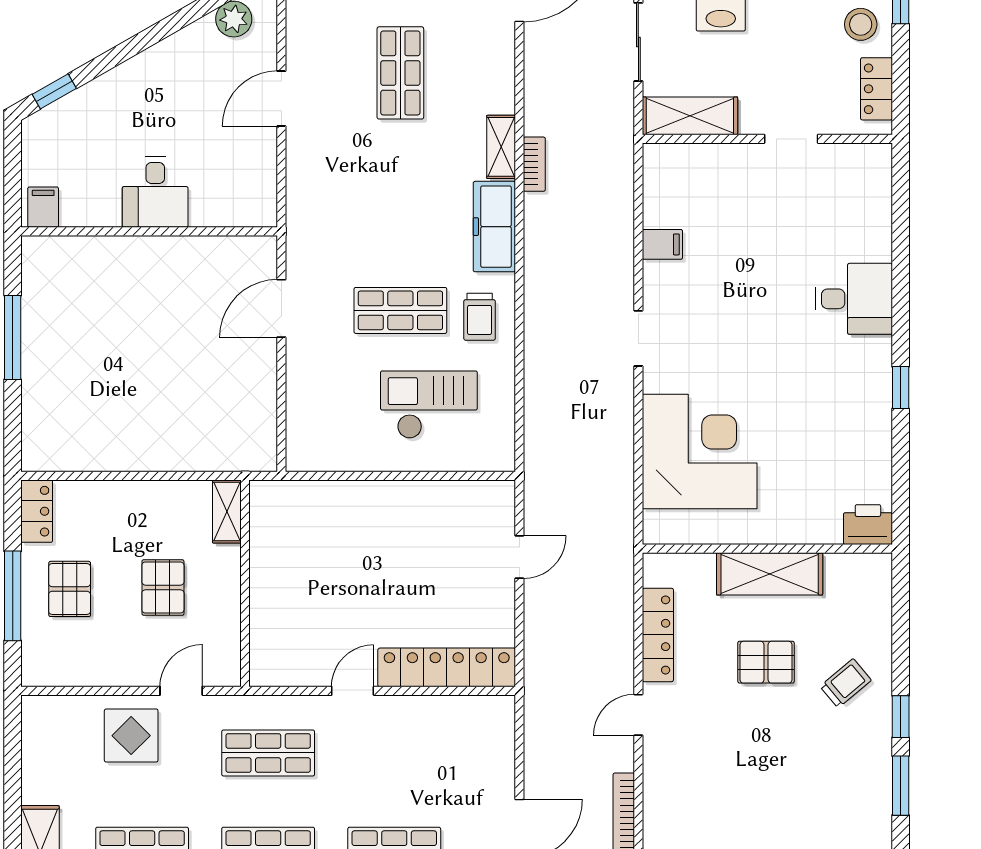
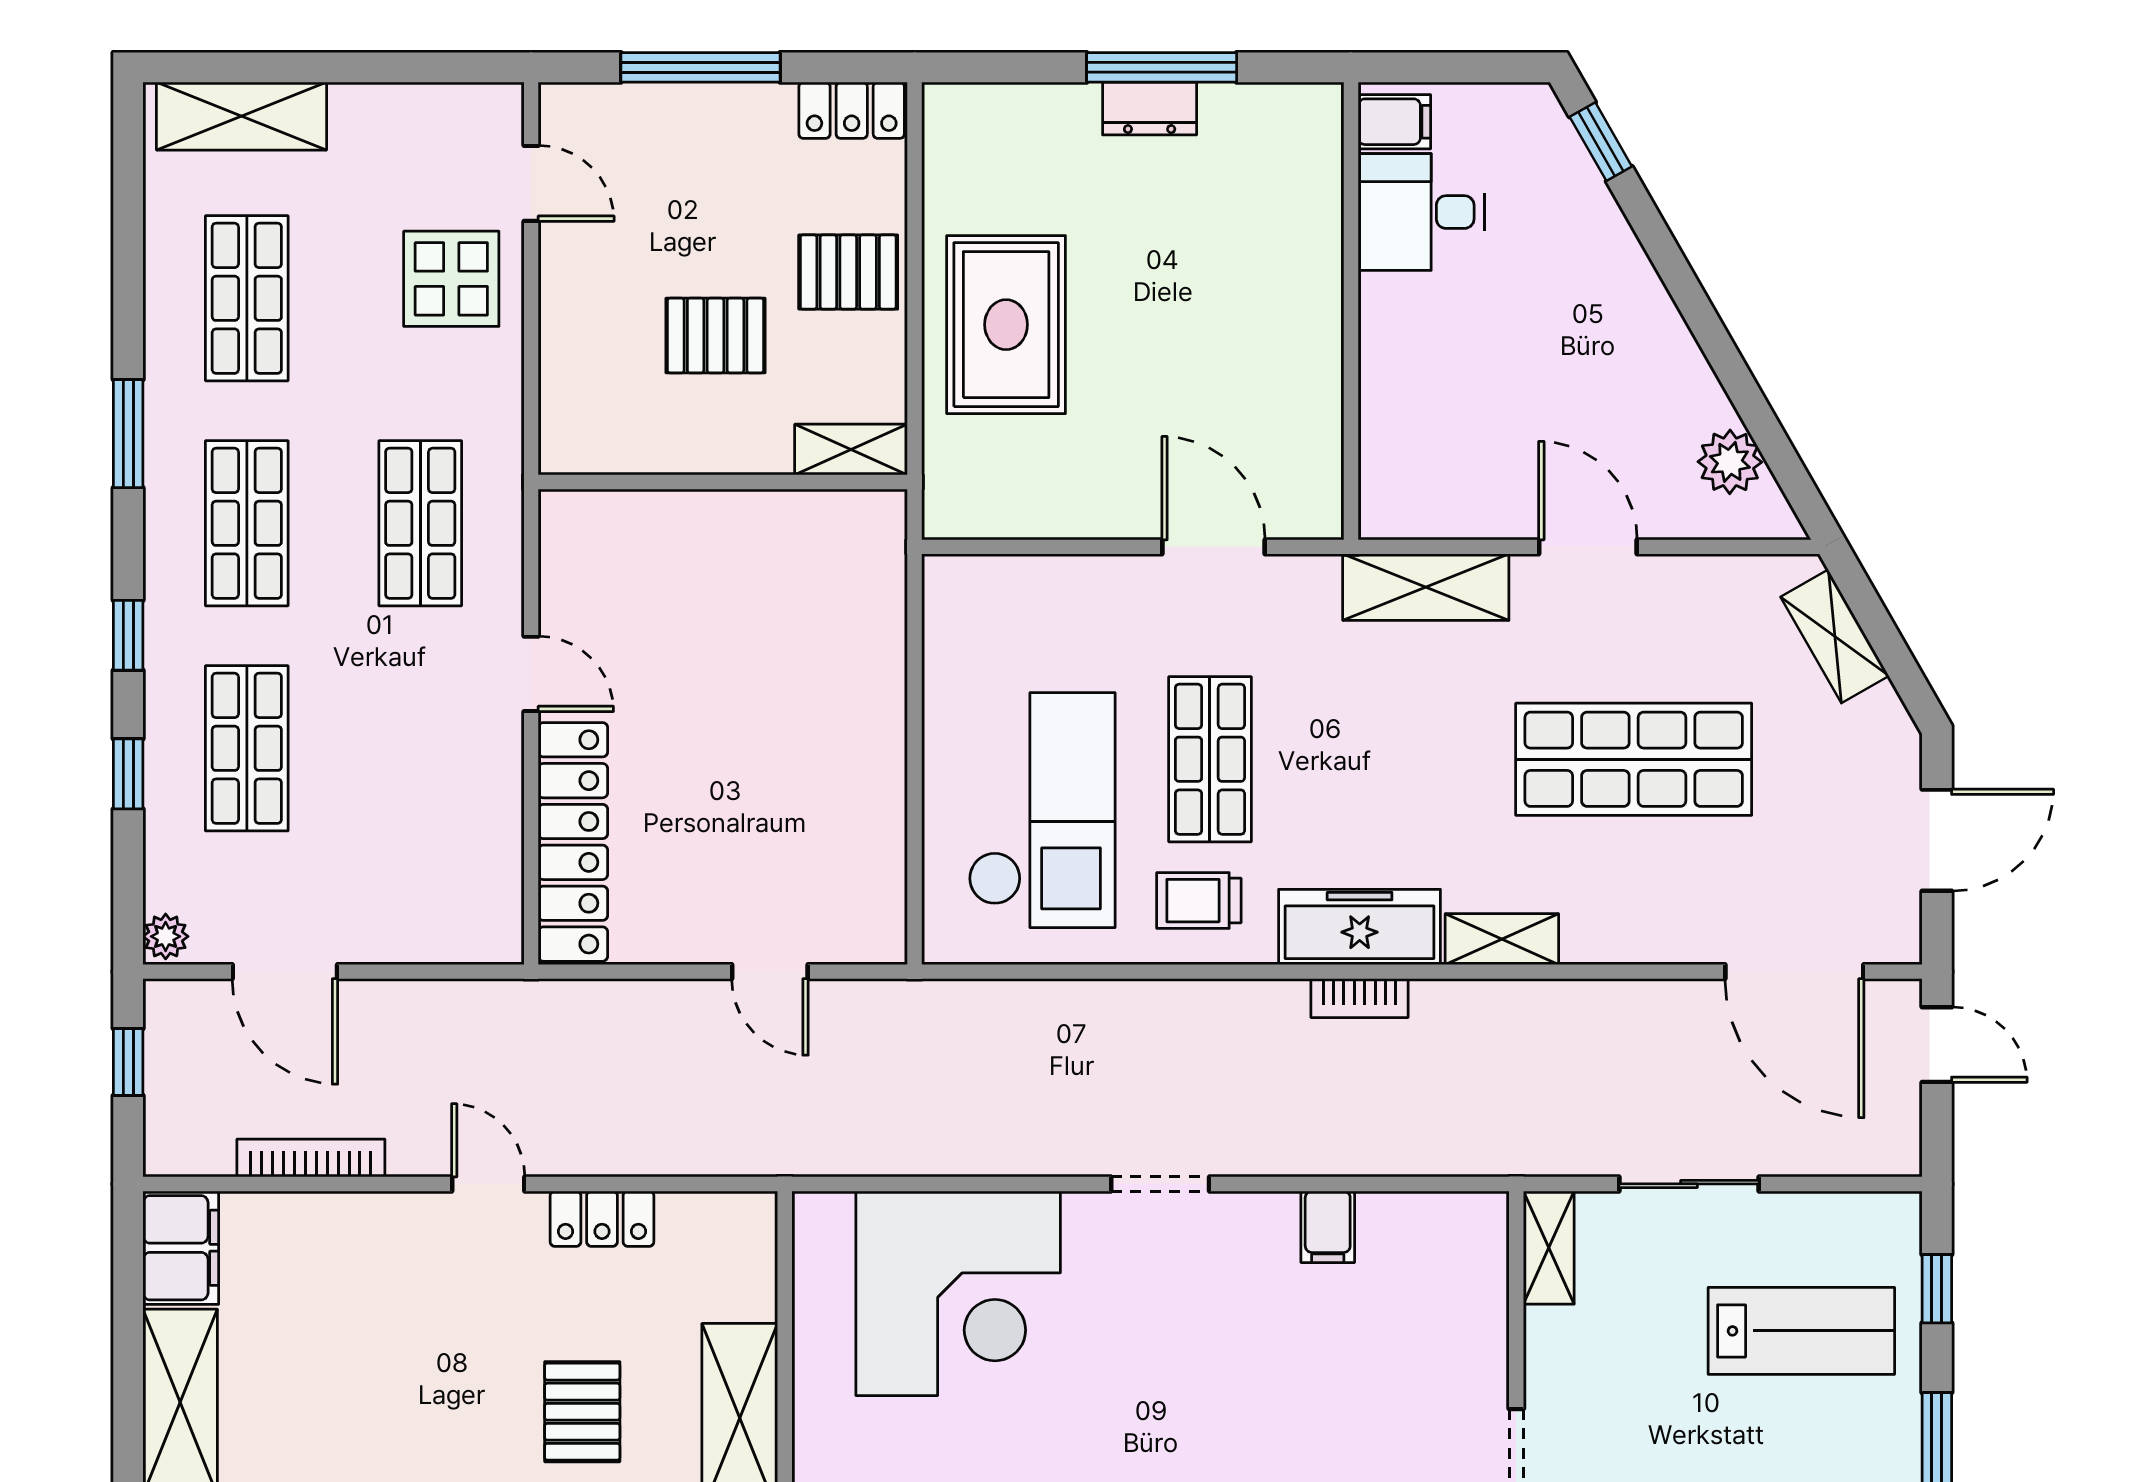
shop shelf: (400, 73) -> (1634, 759), width x1.43, depth x1.36
shelving: (690, 116) -> (1549, 1248), width x0.67, depth x0.75
bookcase: (534, 164) -> (1360, 998), moved
shelving: (304, 189) -> (1426, 587), added
desk: (155, 192) -> (1421, 212), moved
dresser: (36, 344) -> (1150, 108), added
checkout: (429, 405) -> (1042, 810), width x1.36, depth x1.21
rug: (157, 425) -> (1006, 325), added
pallet: (70, 589) -> (848, 272), moved
locker: (658, 635) -> (602, 1219), width x0.66
door: (181, 691) -> (531, 183), moved

